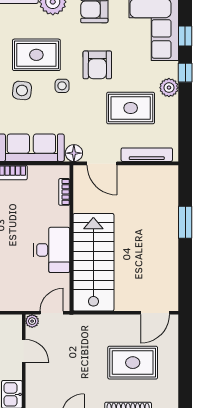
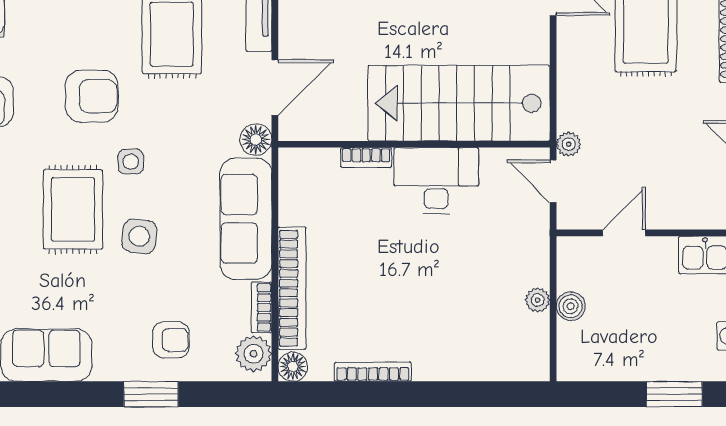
bookcase: (64, 192) -> (366, 158), moved
plant: (32, 321) -> (569, 144), moved

